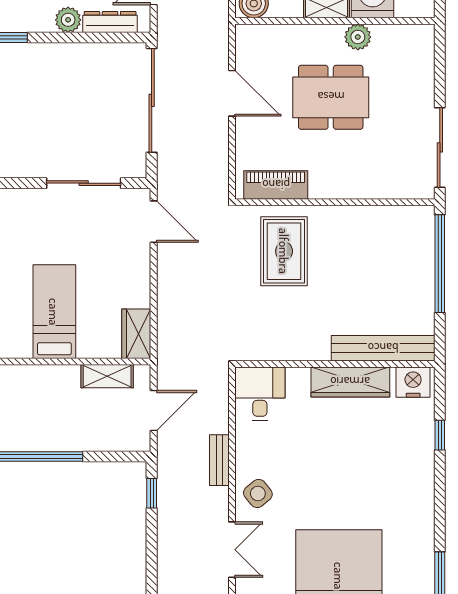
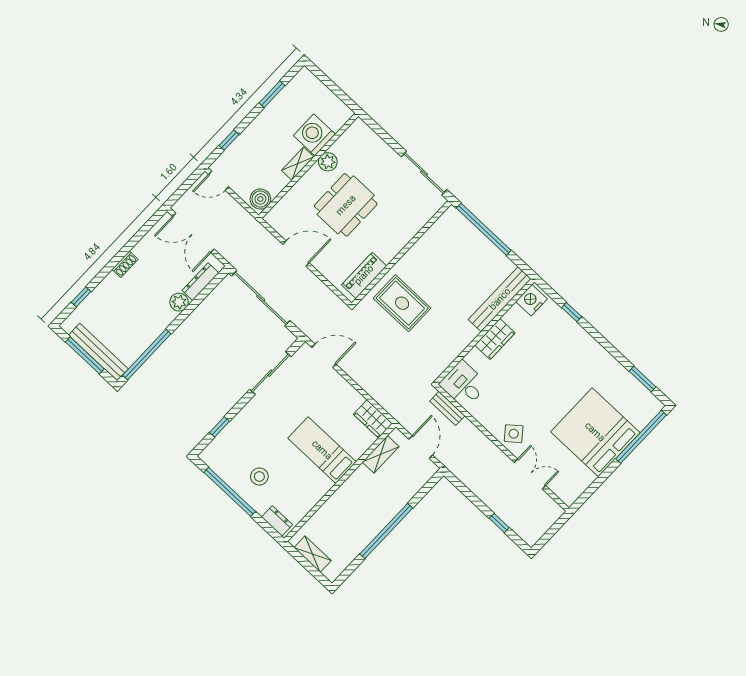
wardrobe: (350, 382) -> (495, 339), width x0.67
bench: (219, 460) -> (447, 408), moved
window: (152, 493) -> (499, 523), moved

